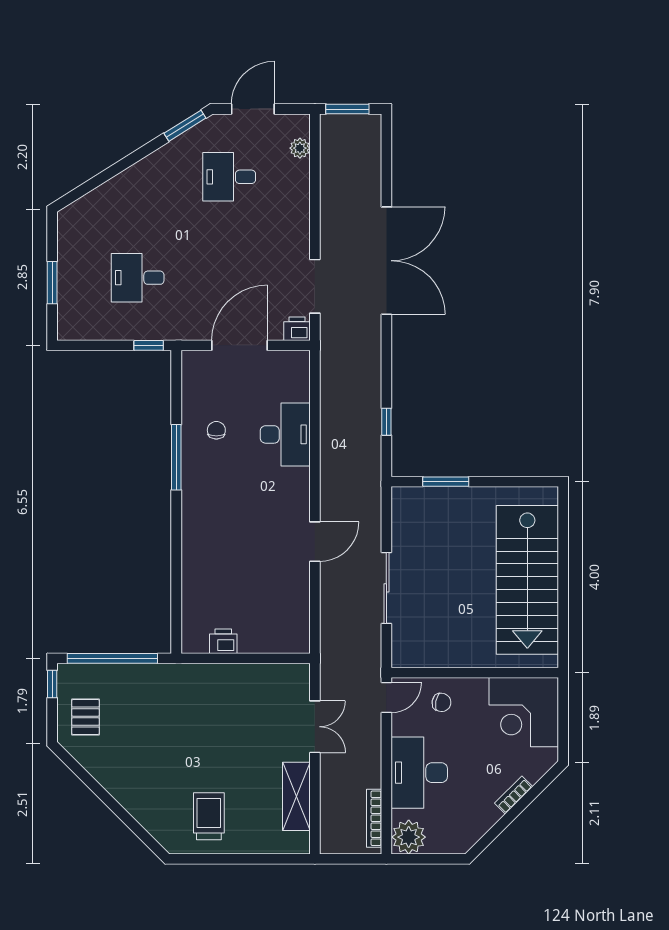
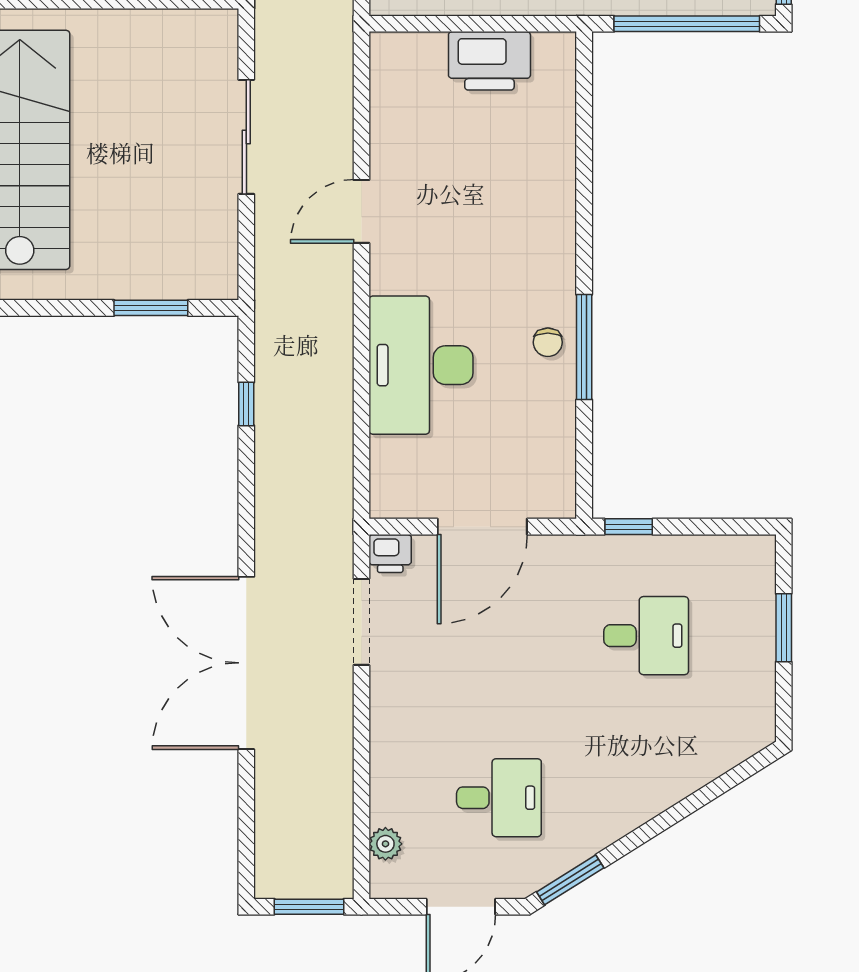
chair: (216, 430) -> (548, 342), moved
desk: (285, 434) -> (421, 365), width x1.36, depth x1.30
printer: (223, 641) -> (489, 61), width x1.87, depth x1.48

